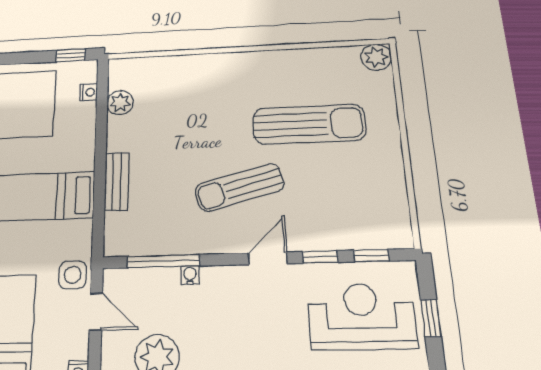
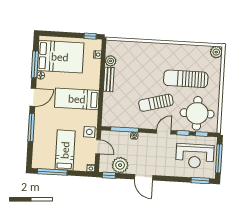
sun lounger: (309, 124) -> (186, 79), turned 180
bench: (117, 181) -> (109, 79), moved
round table: (351, 204) -> (197, 113), added
reception desk: (362, 316) -> (195, 156), turned 180
window: (431, 318) -> (219, 158), width x2.17

